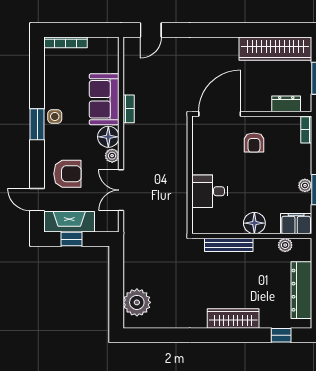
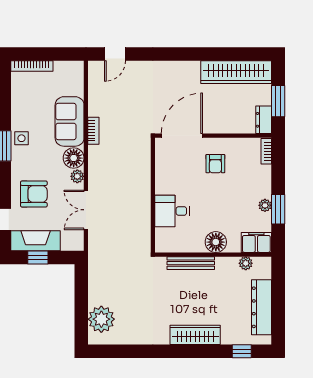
dresser: (286, 104) -> (264, 120), moved, turned -90

